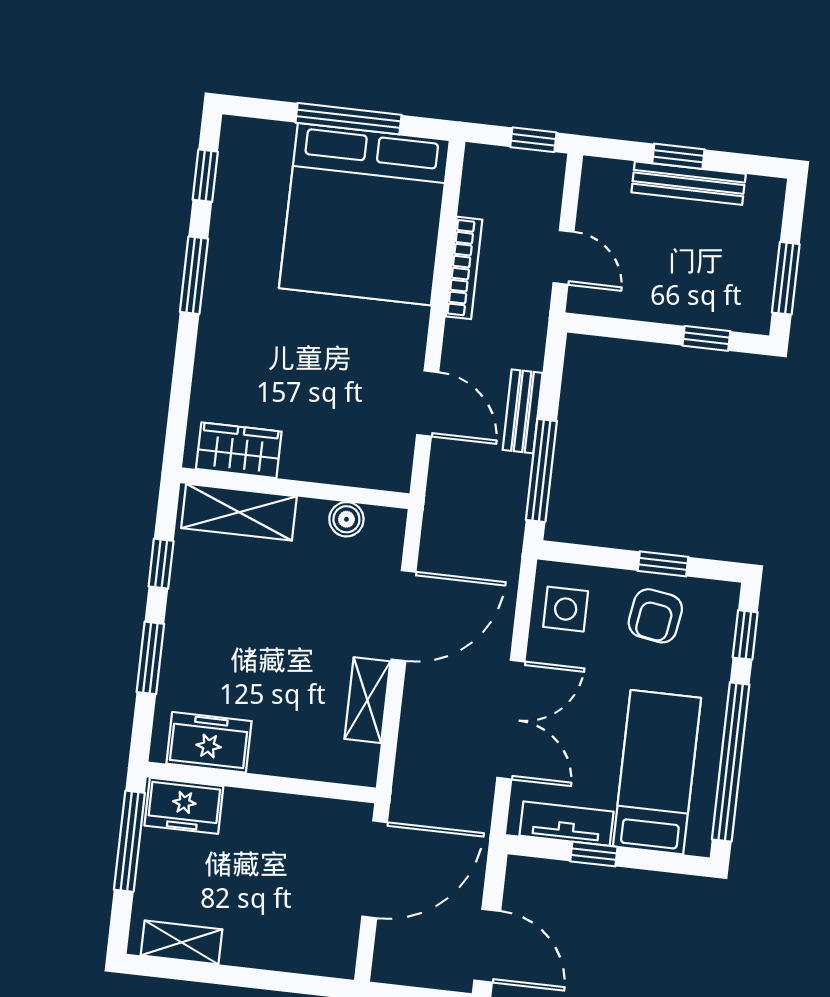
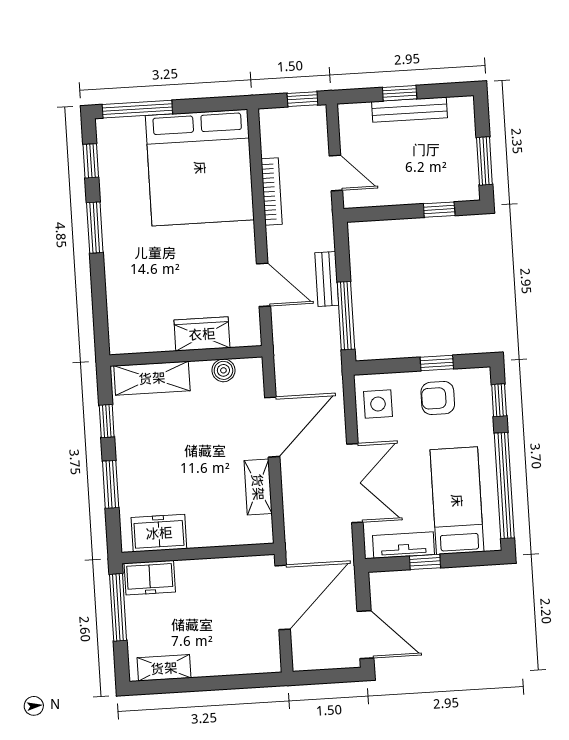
window: (348, 119) -> (137, 109), moved
wardrobe: (239, 450) -> (202, 334), moved
armchair: (655, 616) -> (438, 398), turned 81

